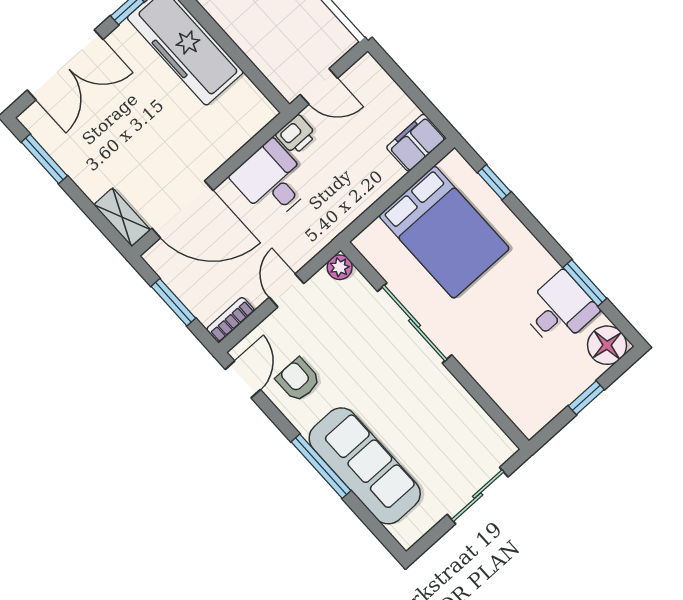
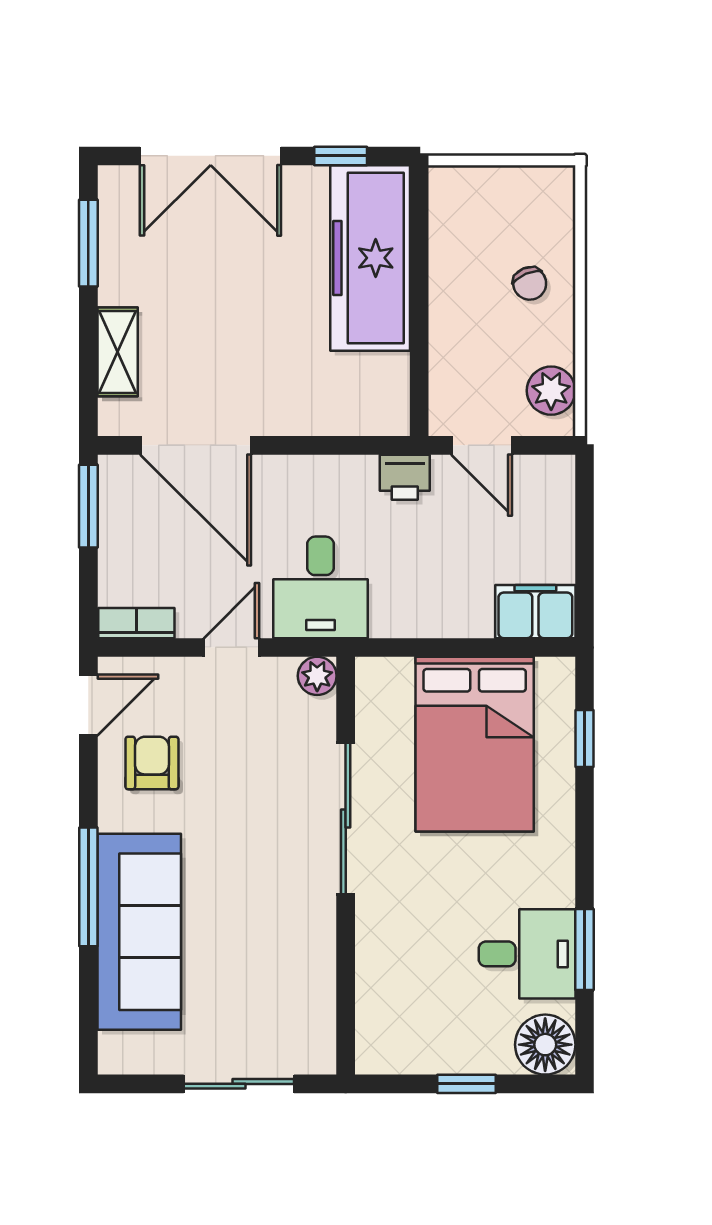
plant: (329, 30) -> (551, 391), added
desk: (272, 181) -> (320, 587), moved, turned 180
shelving: (122, 217) -> (118, 352), moved
window: (173, 302) -> (88, 506), moved

